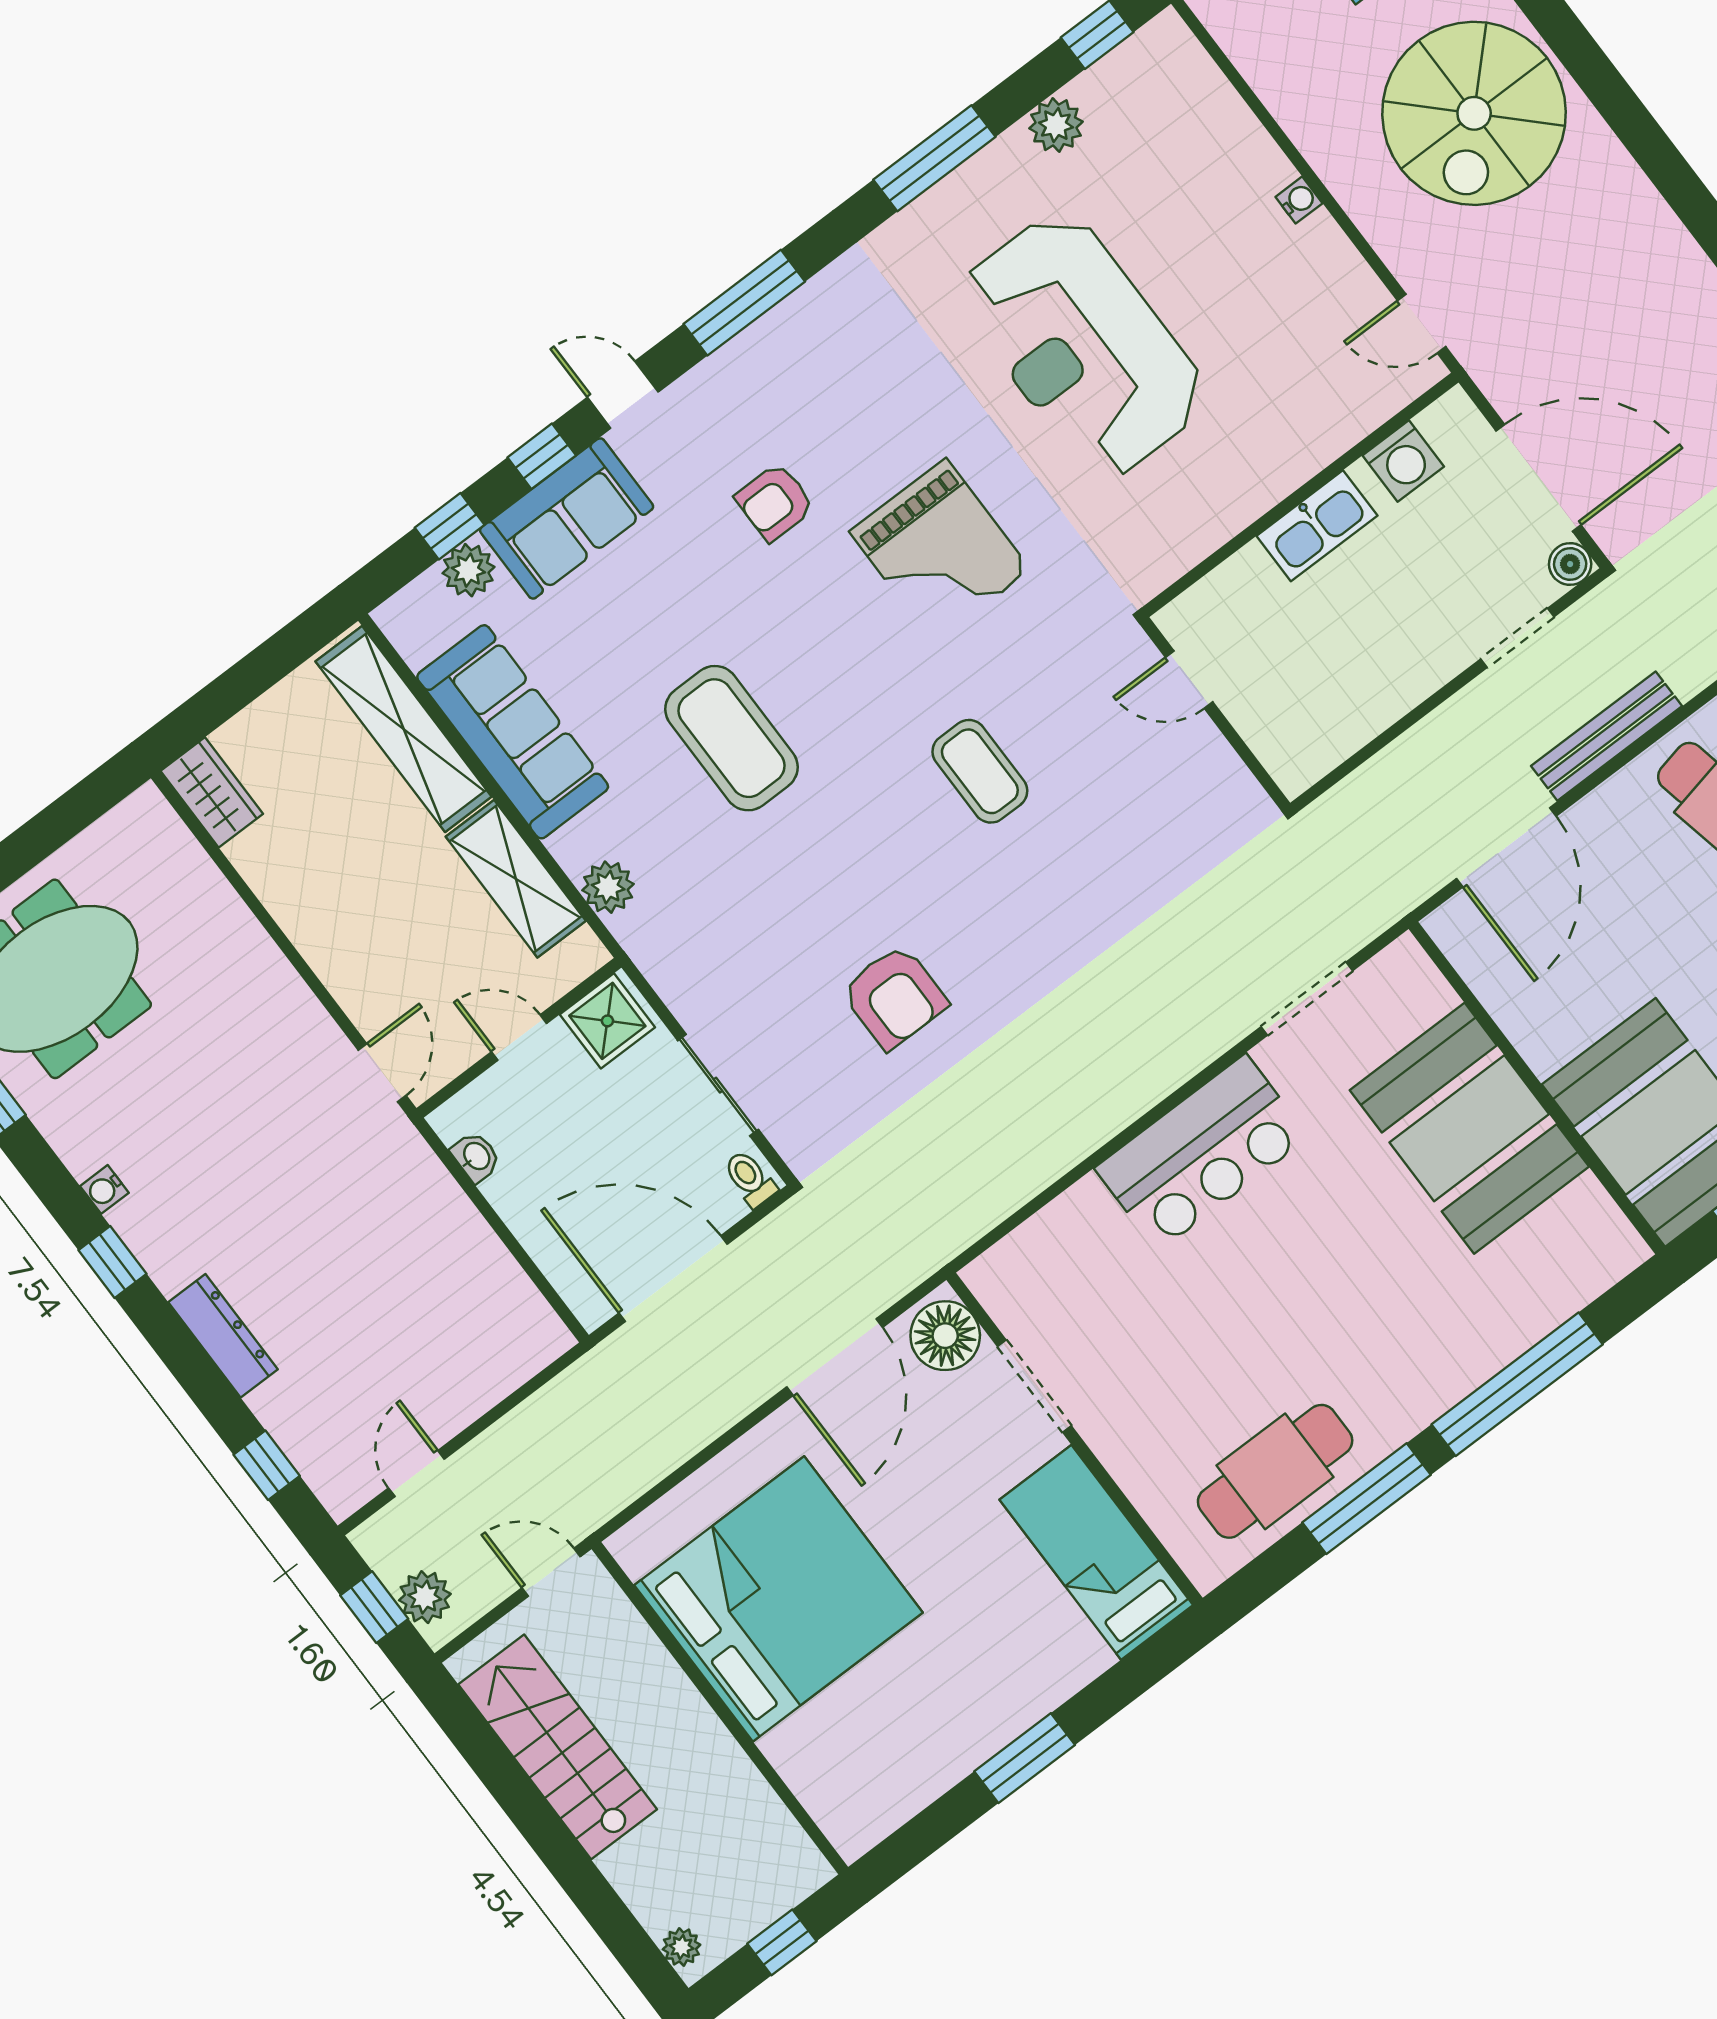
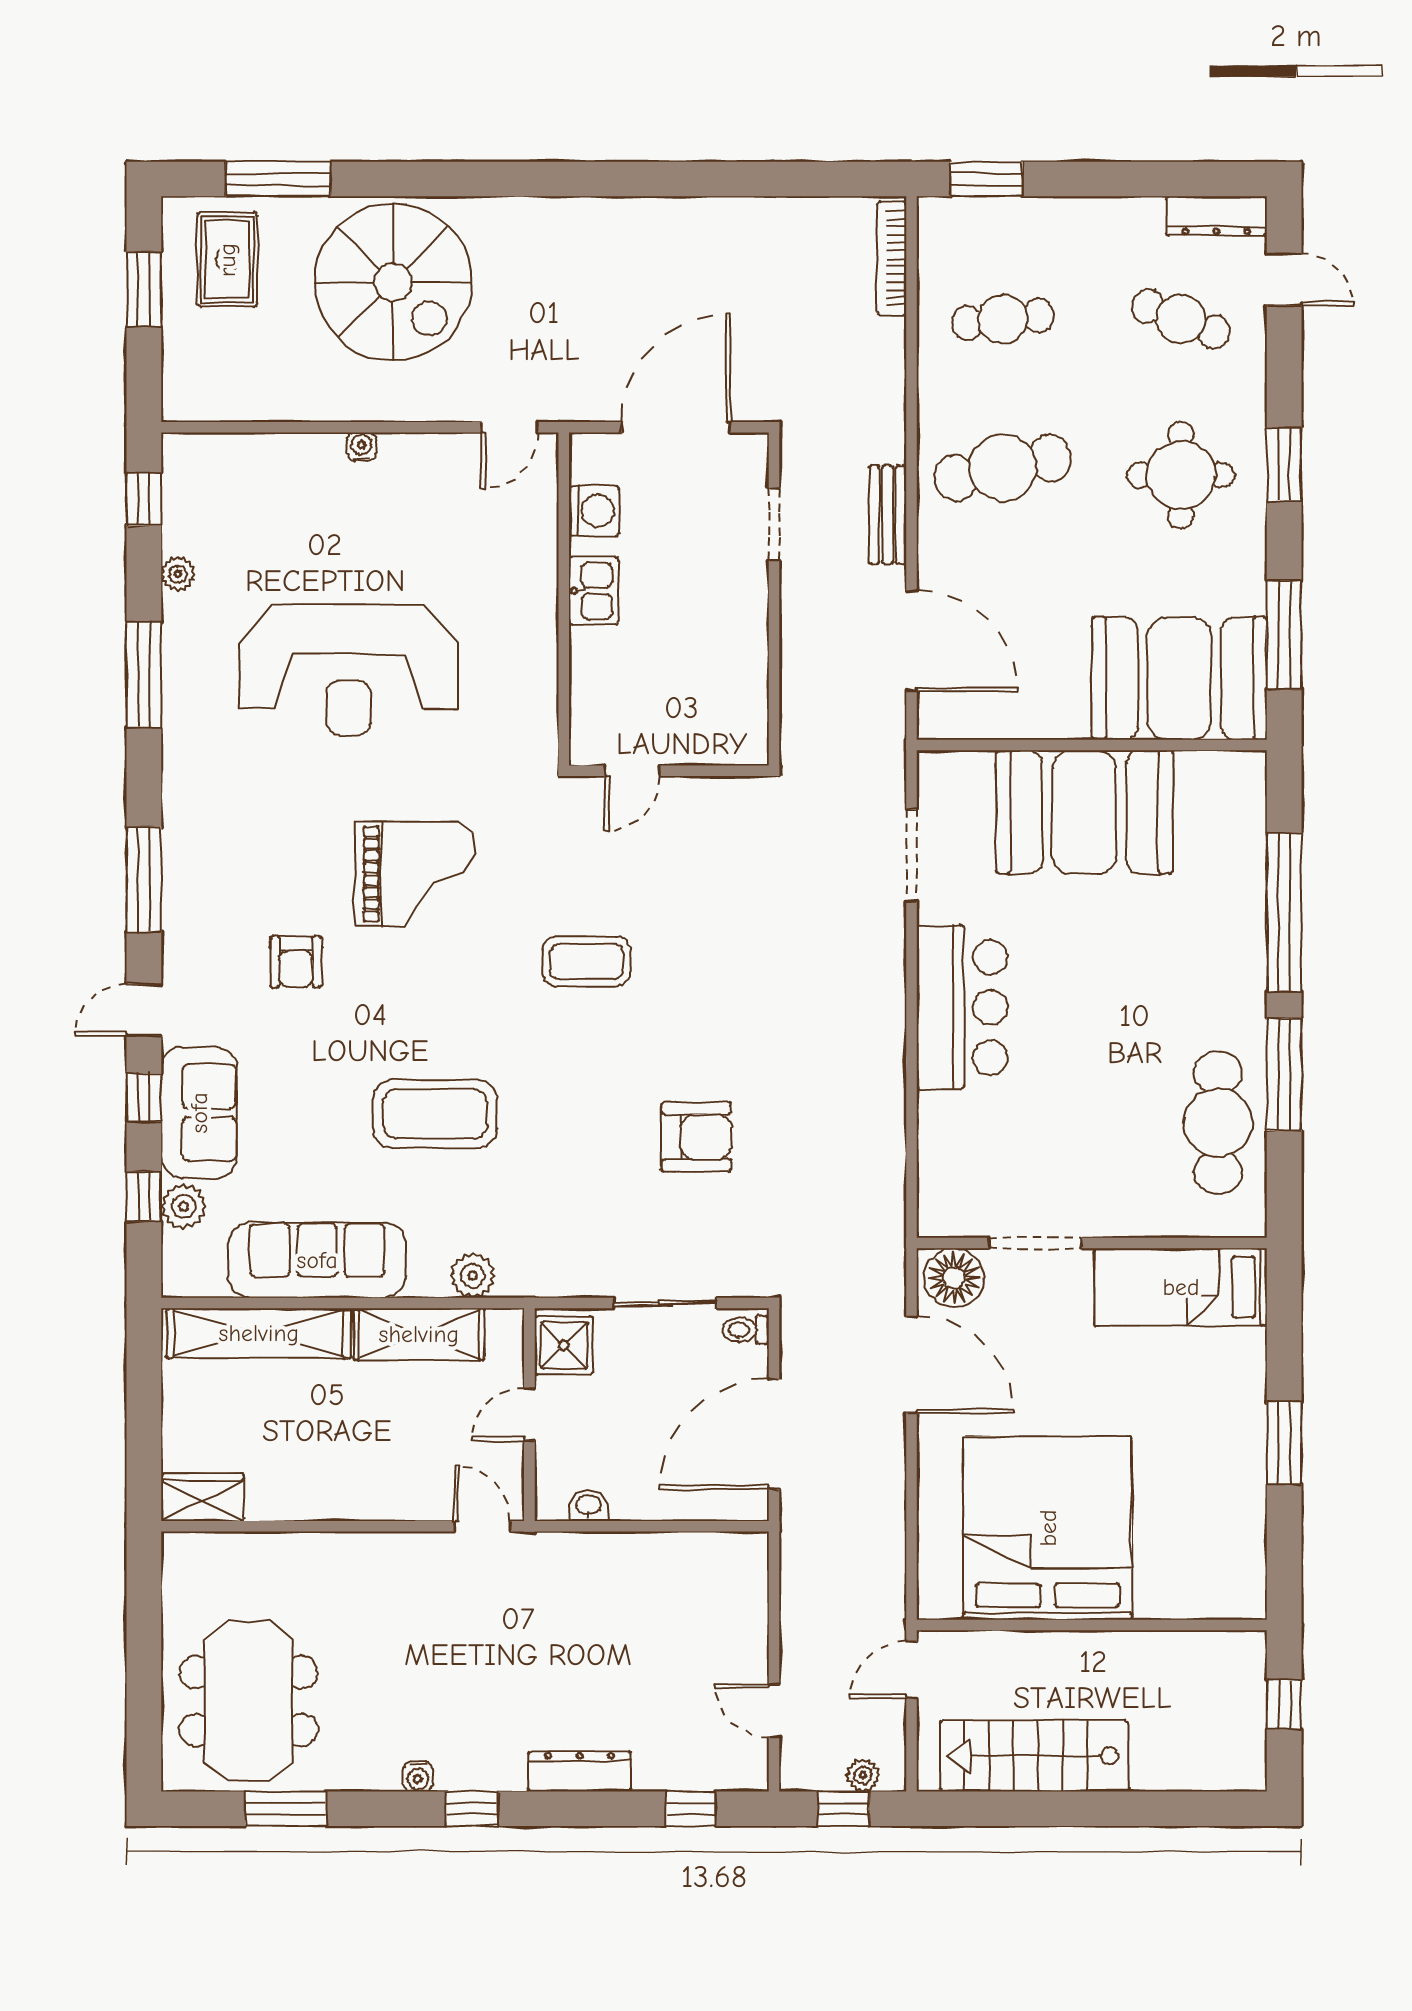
plant: (1056, 125) -> (178, 574), width x0.73, depth x0.73
kitchen sink: (1317, 526) -> (593, 591), width x0.73
boiler: (1570, 564) -> (751, 450), removed
bench: (1607, 736) -> (888, 515), width x0.73
plant: (425, 1597) -> (863, 1775), width x0.73, depth x0.73
plant: (681, 1947) -> (1235, 1775), removed

